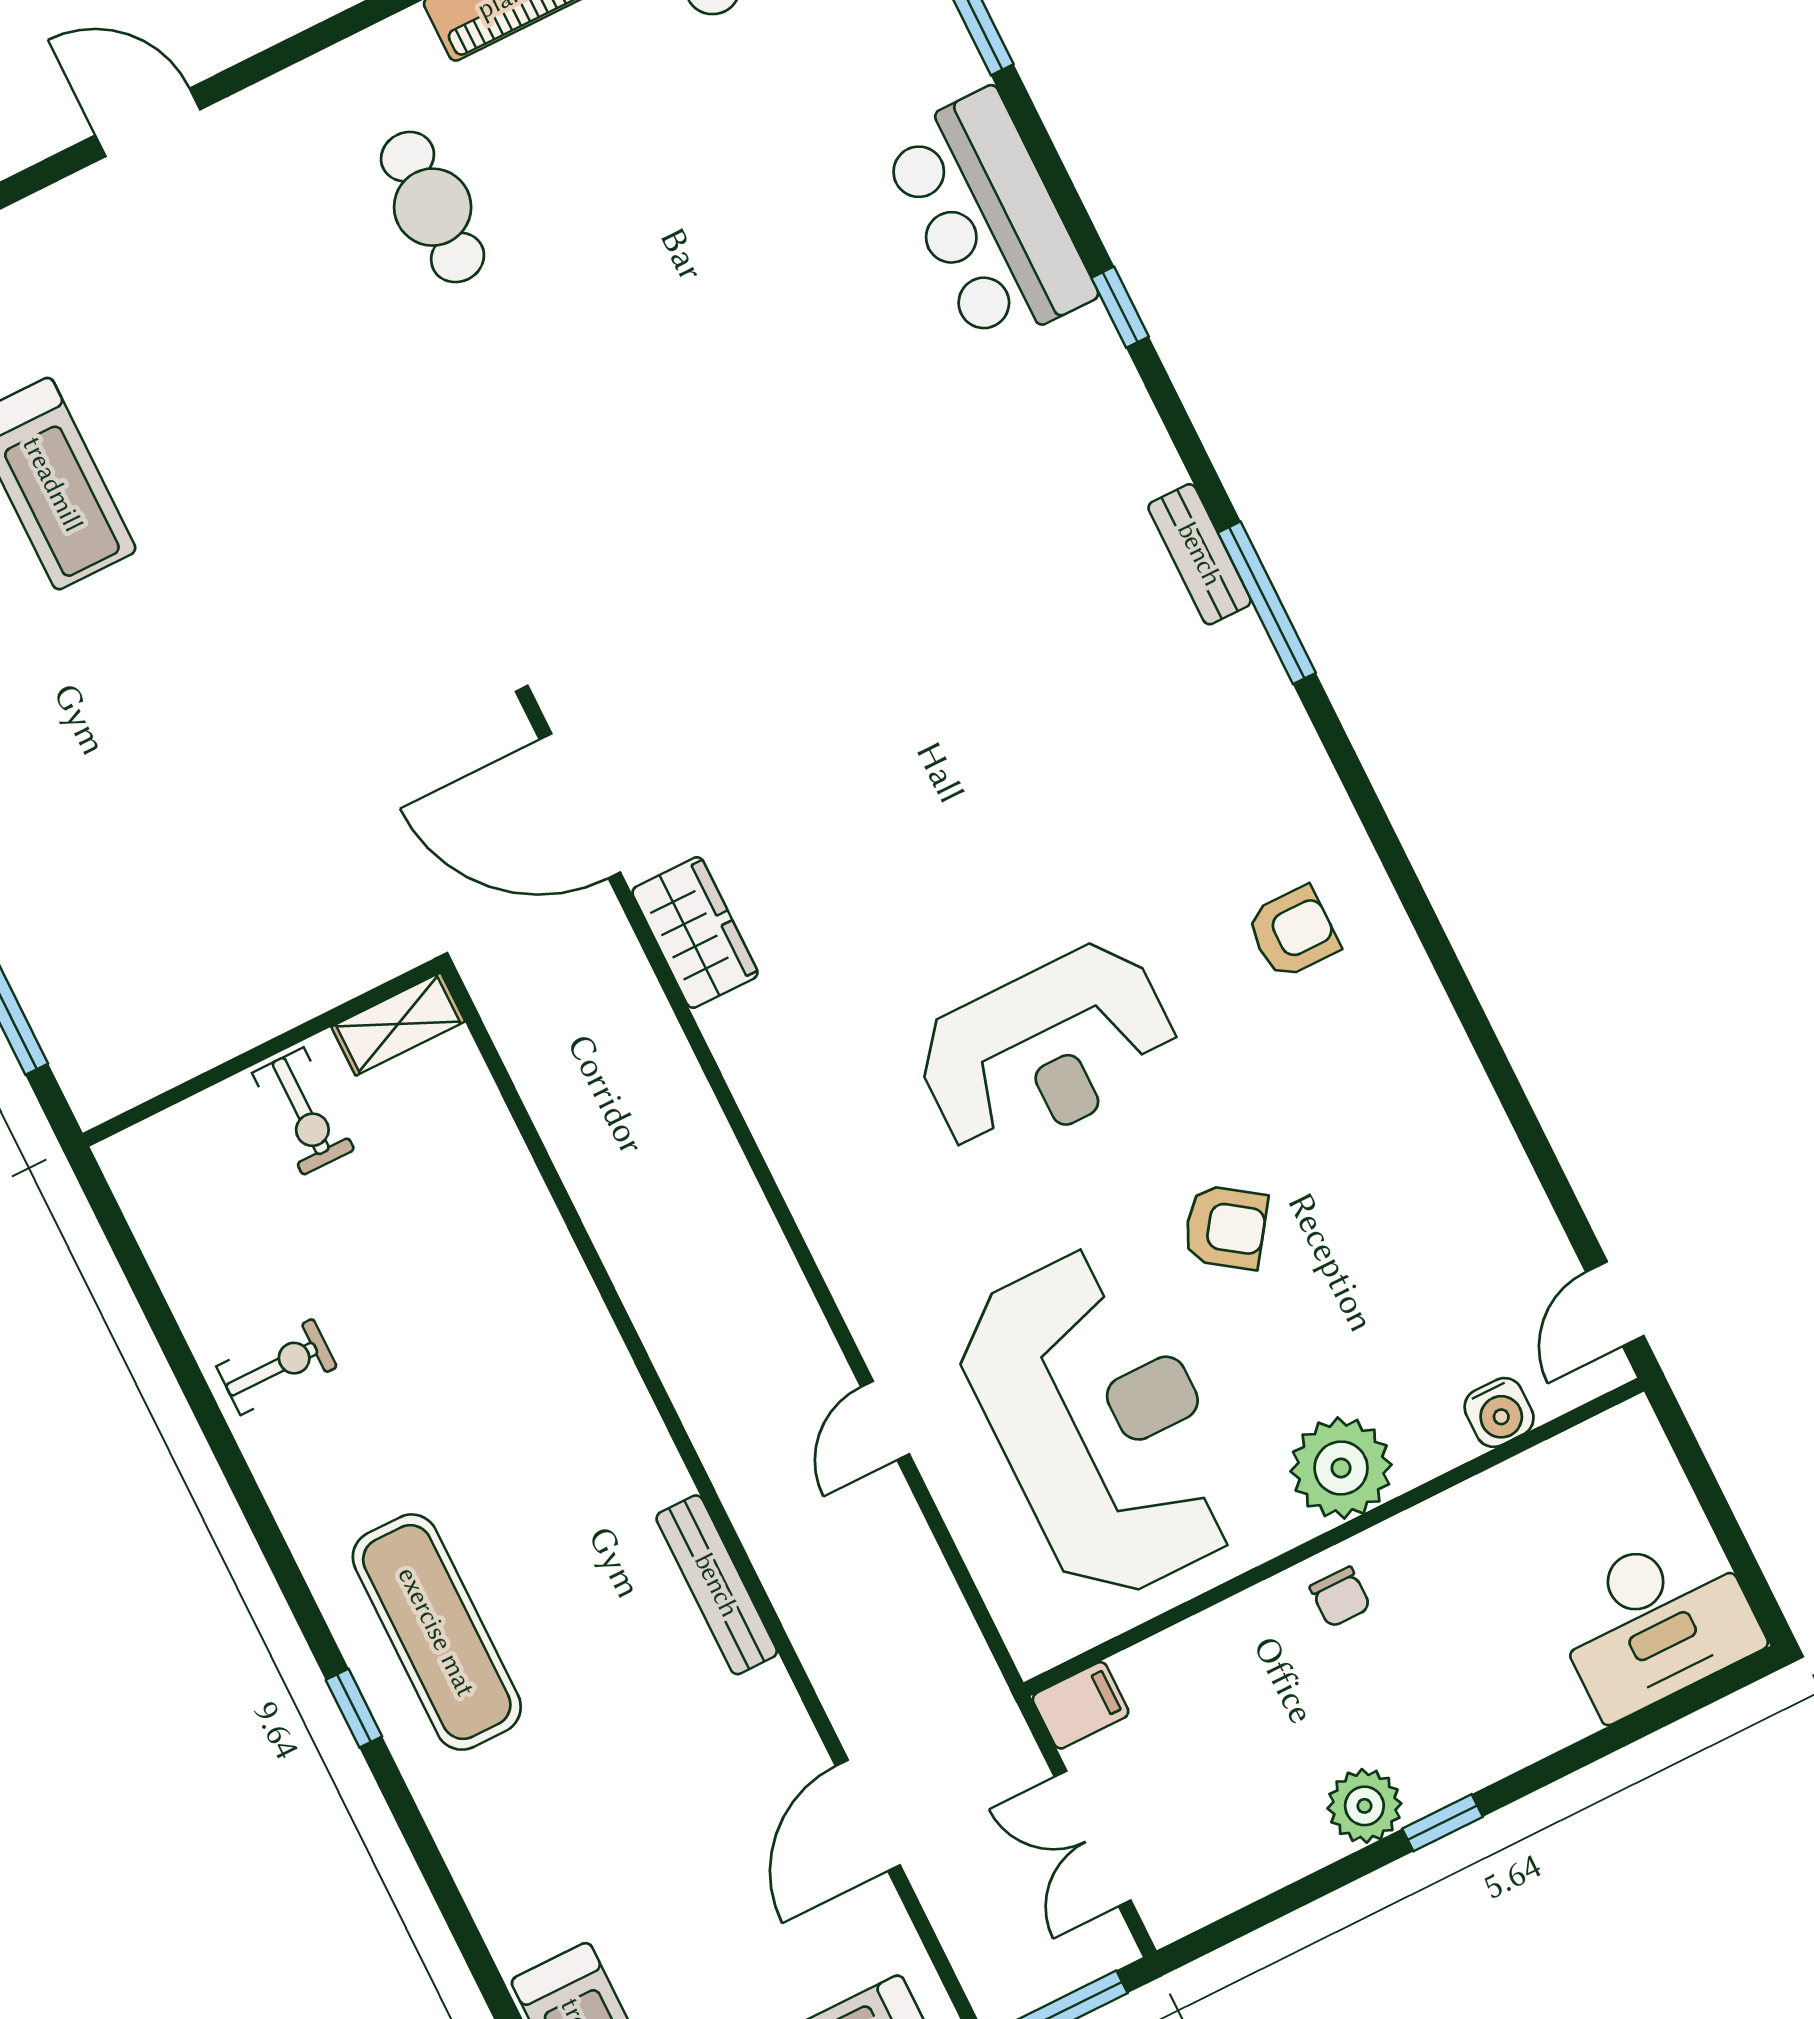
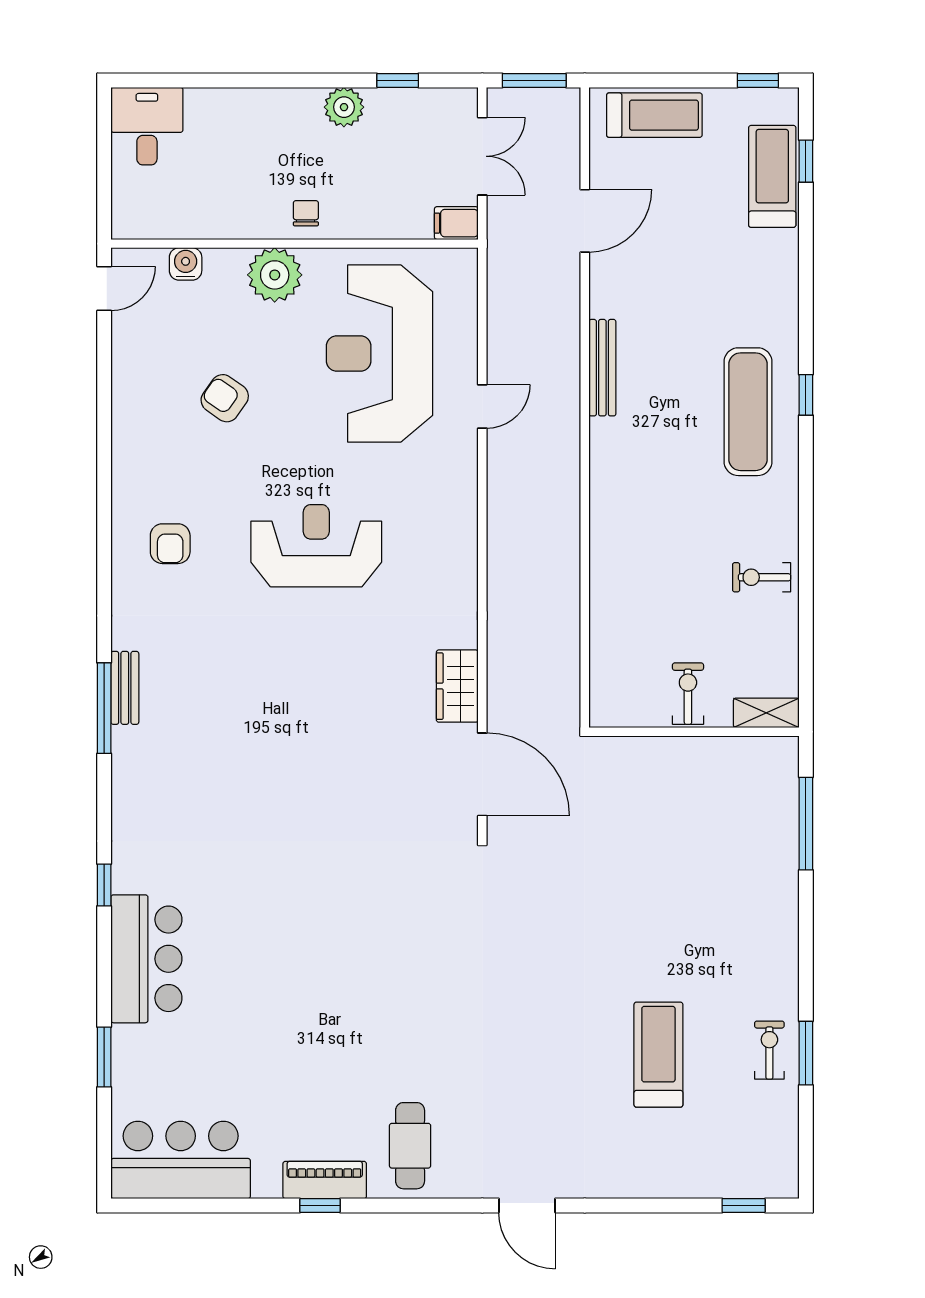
cafe table: (433, 207) -> (410, 1146), moved
bench: (1200, 554) -> (125, 688), moved
armchair: (1293, 932) -> (170, 544), turned -90
shelving: (398, 1024) -> (766, 713), moved
armchair: (1225, 1227) -> (225, 398), moved
desk: (1656, 1622) -> (147, 126), width x0.73
window: (1442, 1823) -> (398, 80), moved

